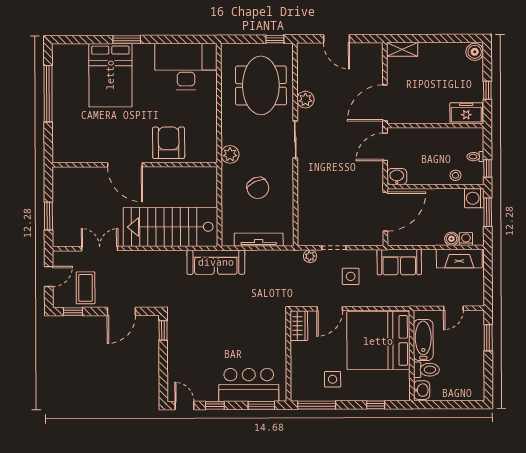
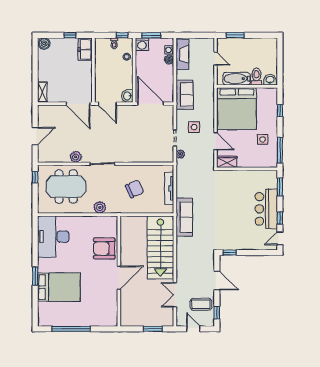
plant: (230, 154) -> (100, 207), moved
bar counter: (249, 385) -> (266, 209), moved

